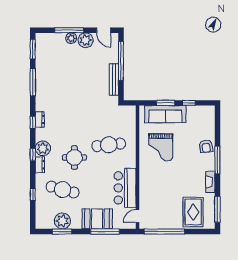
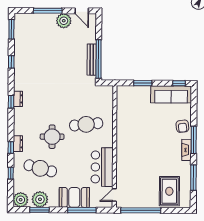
plant: (71, 38) -> (50, 19), removed
window: (121, 61) -> (99, 59), moved
window: (33, 82) -> (11, 62), width x0.46
window: (189, 103) -> (179, 83), moved
sofa: (165, 114) -> (171, 94), moved
grand piano: (161, 147) -> (138, 127), removed
plant: (43, 148) -> (21, 200), moved
window: (33, 154) -> (11, 148), moved
fireplace: (210, 182) -> (186, 150), moved
window: (217, 209) -> (193, 178), moved

